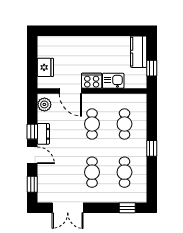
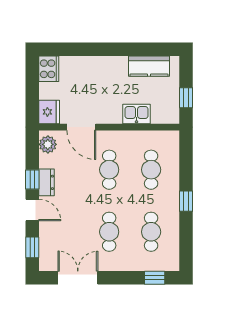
kitchen counter: (139, 52) -> (149, 66), moved, turned -90
fridge: (45, 67) -> (49, 112), moved
cooker: (92, 81) -> (49, 69), moved, turned 90
double door: (68, 208) -> (78, 278), swing flipped

